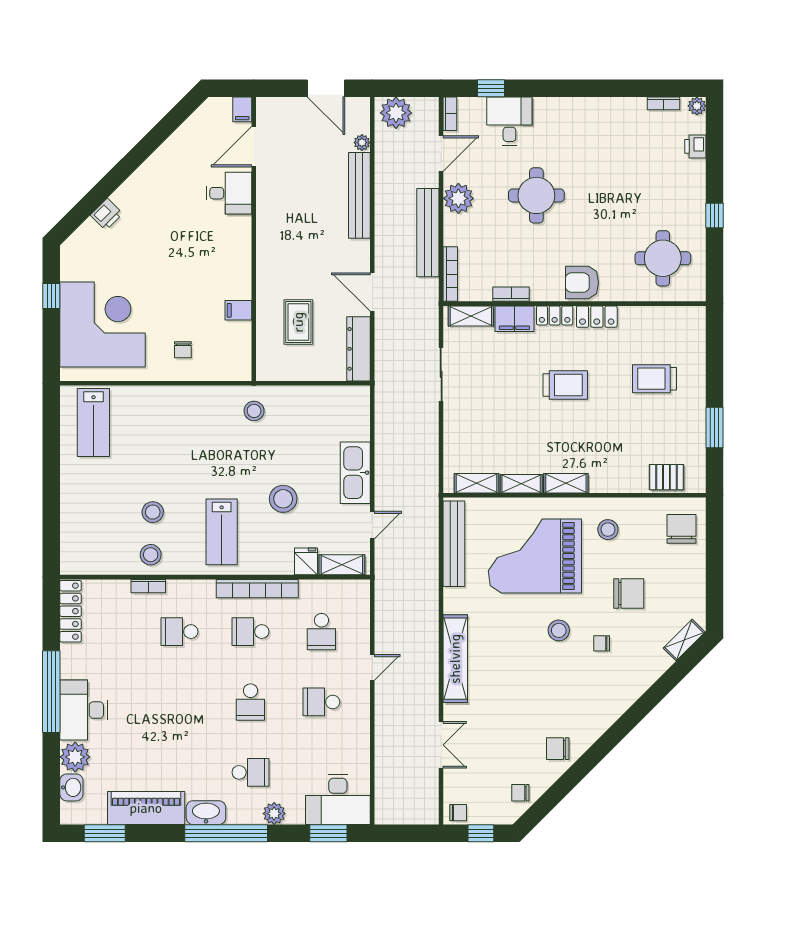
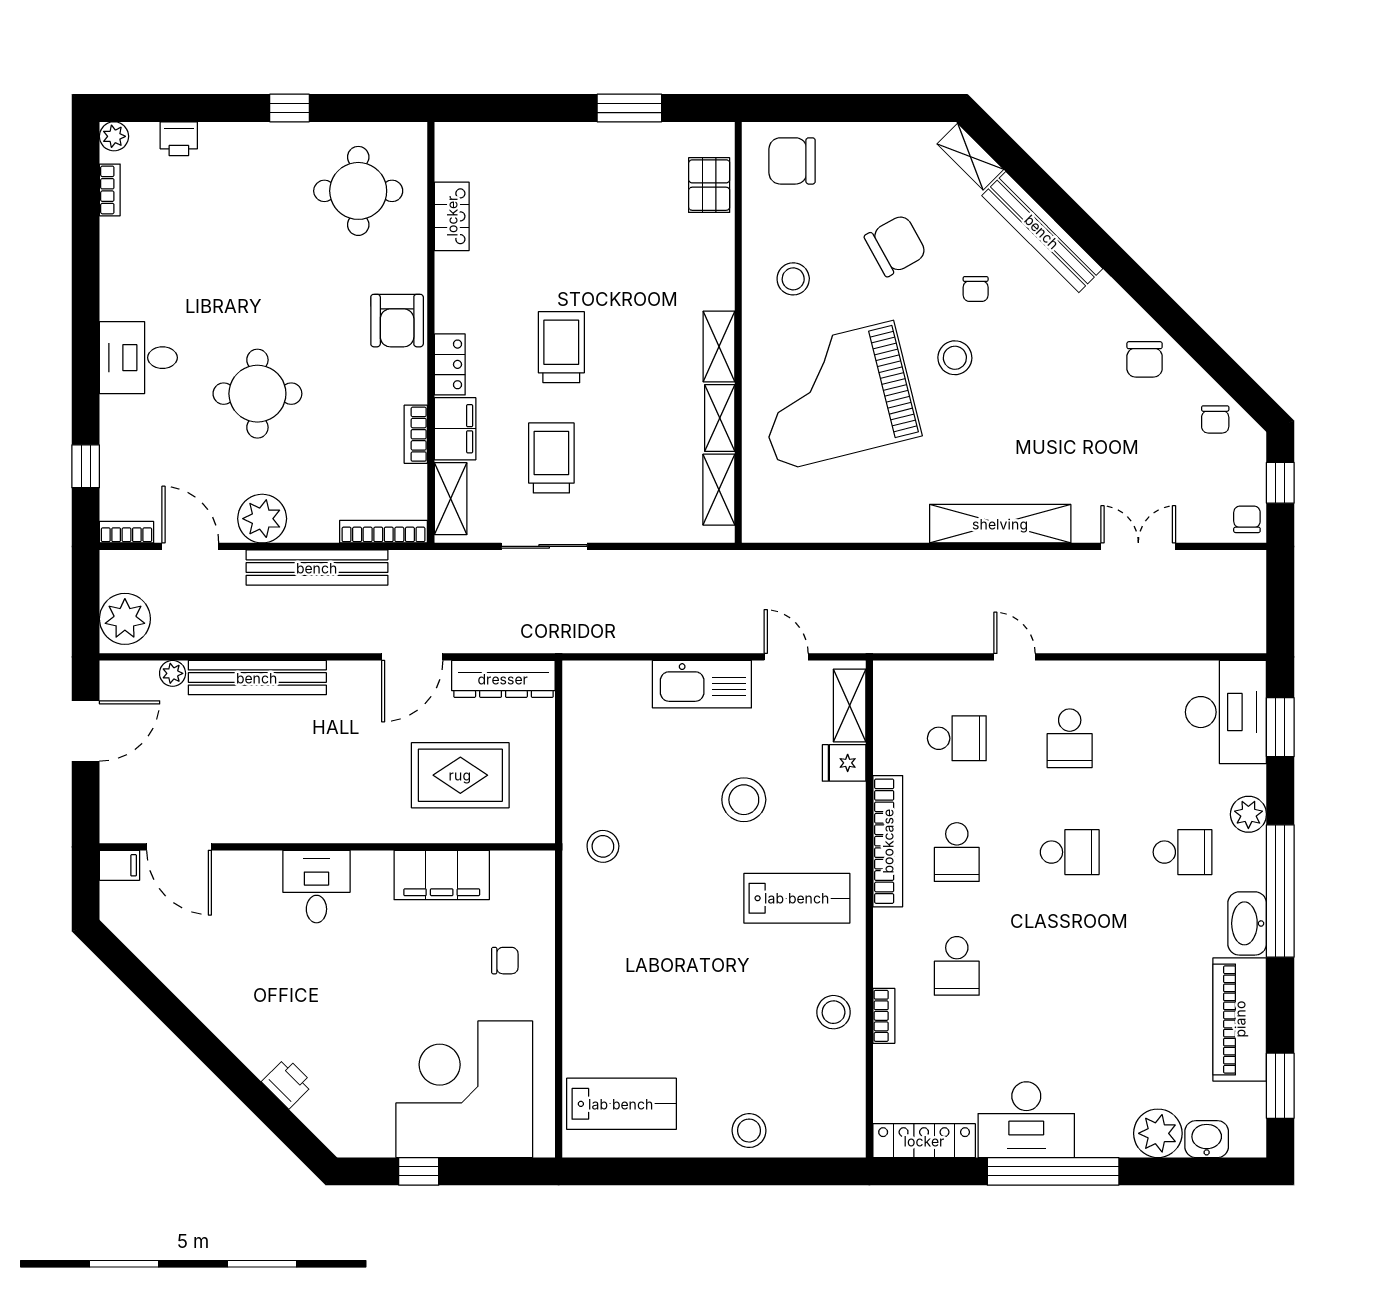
desk: (509, 121) -> (138, 358), moved
desk: (229, 193) -> (316, 887), moved
filing cabinet: (238, 310) -> (442, 875), width x3.00, depth x1.17
locker: (597, 317) -> (452, 216), moved
rug: (298, 322) -> (460, 775), width x1.36, depth x1.43
trolley: (654, 379) -> (551, 458), moved, turned 180
stool: (153, 512) -> (749, 1131), moved
bench: (454, 544) -> (1042, 232), moved, turned 45
grand piano: (535, 556) -> (836, 396), turned 76
chair: (629, 593) -> (896, 245), turned 61
desk: (84, 710) -> (1026, 1120), moved
school desk: (250, 772) -> (1183, 852), turned 90

